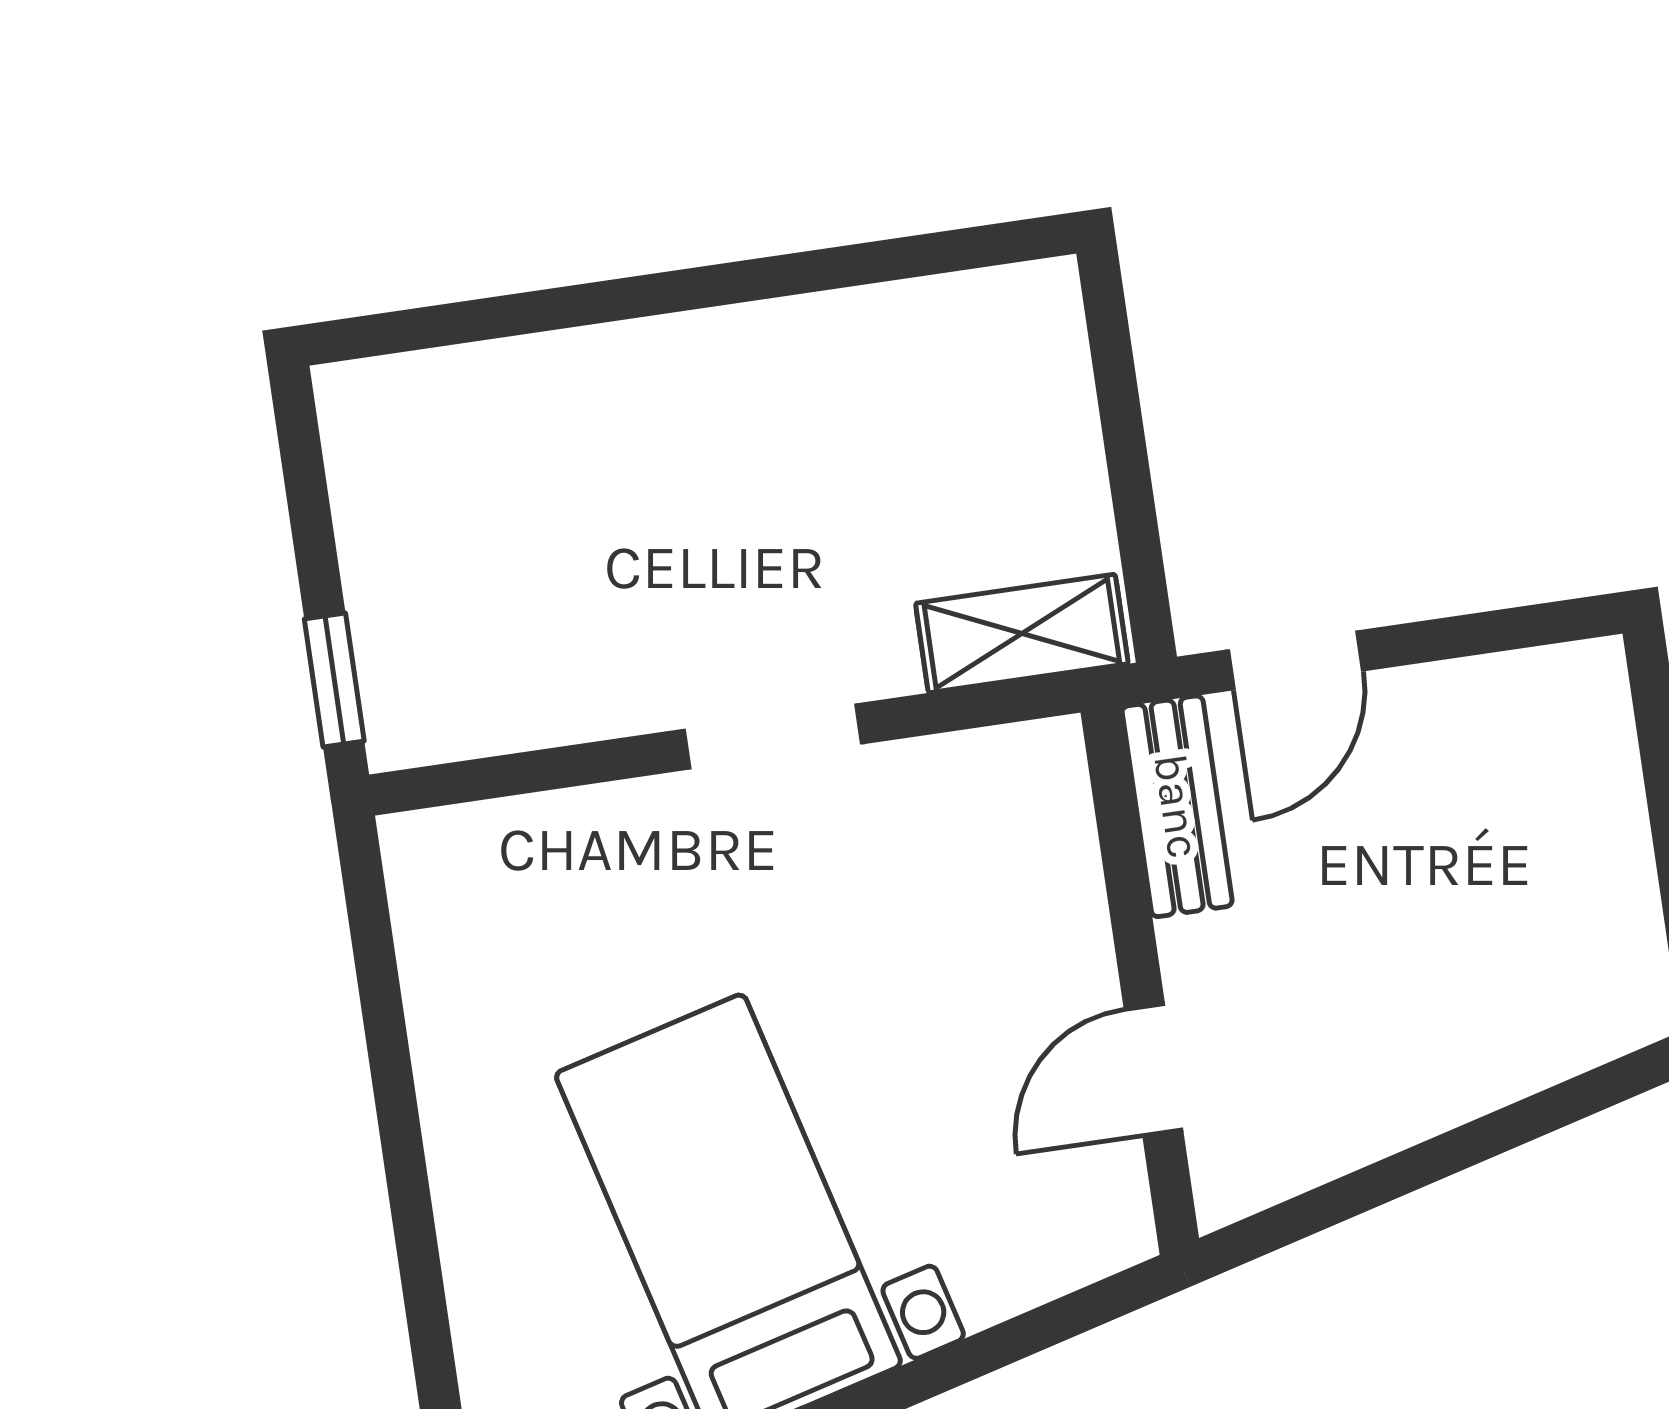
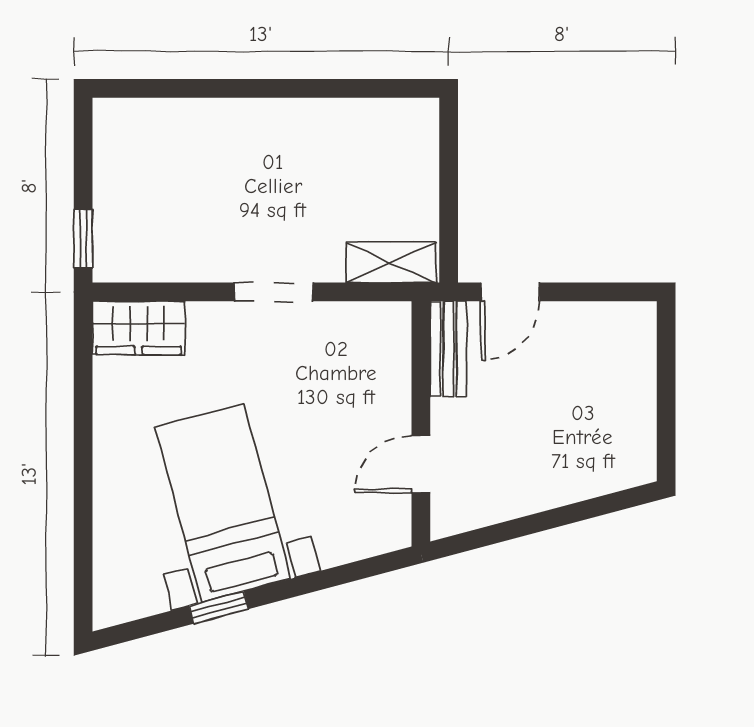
wardrobe: (486, 860) -> (139, 328), added

